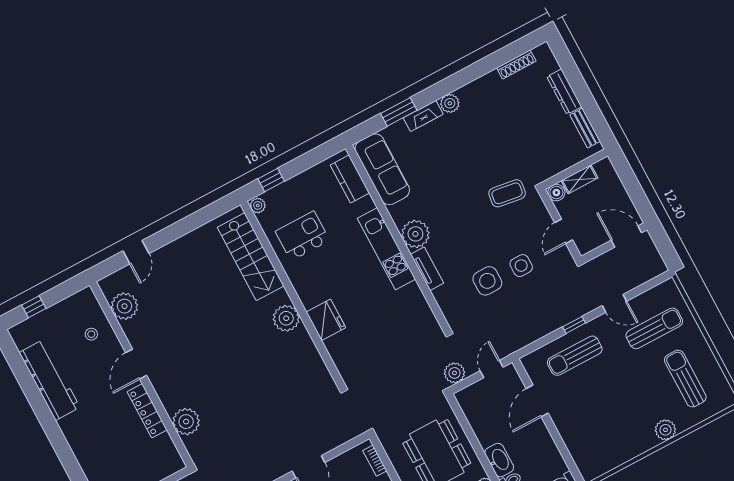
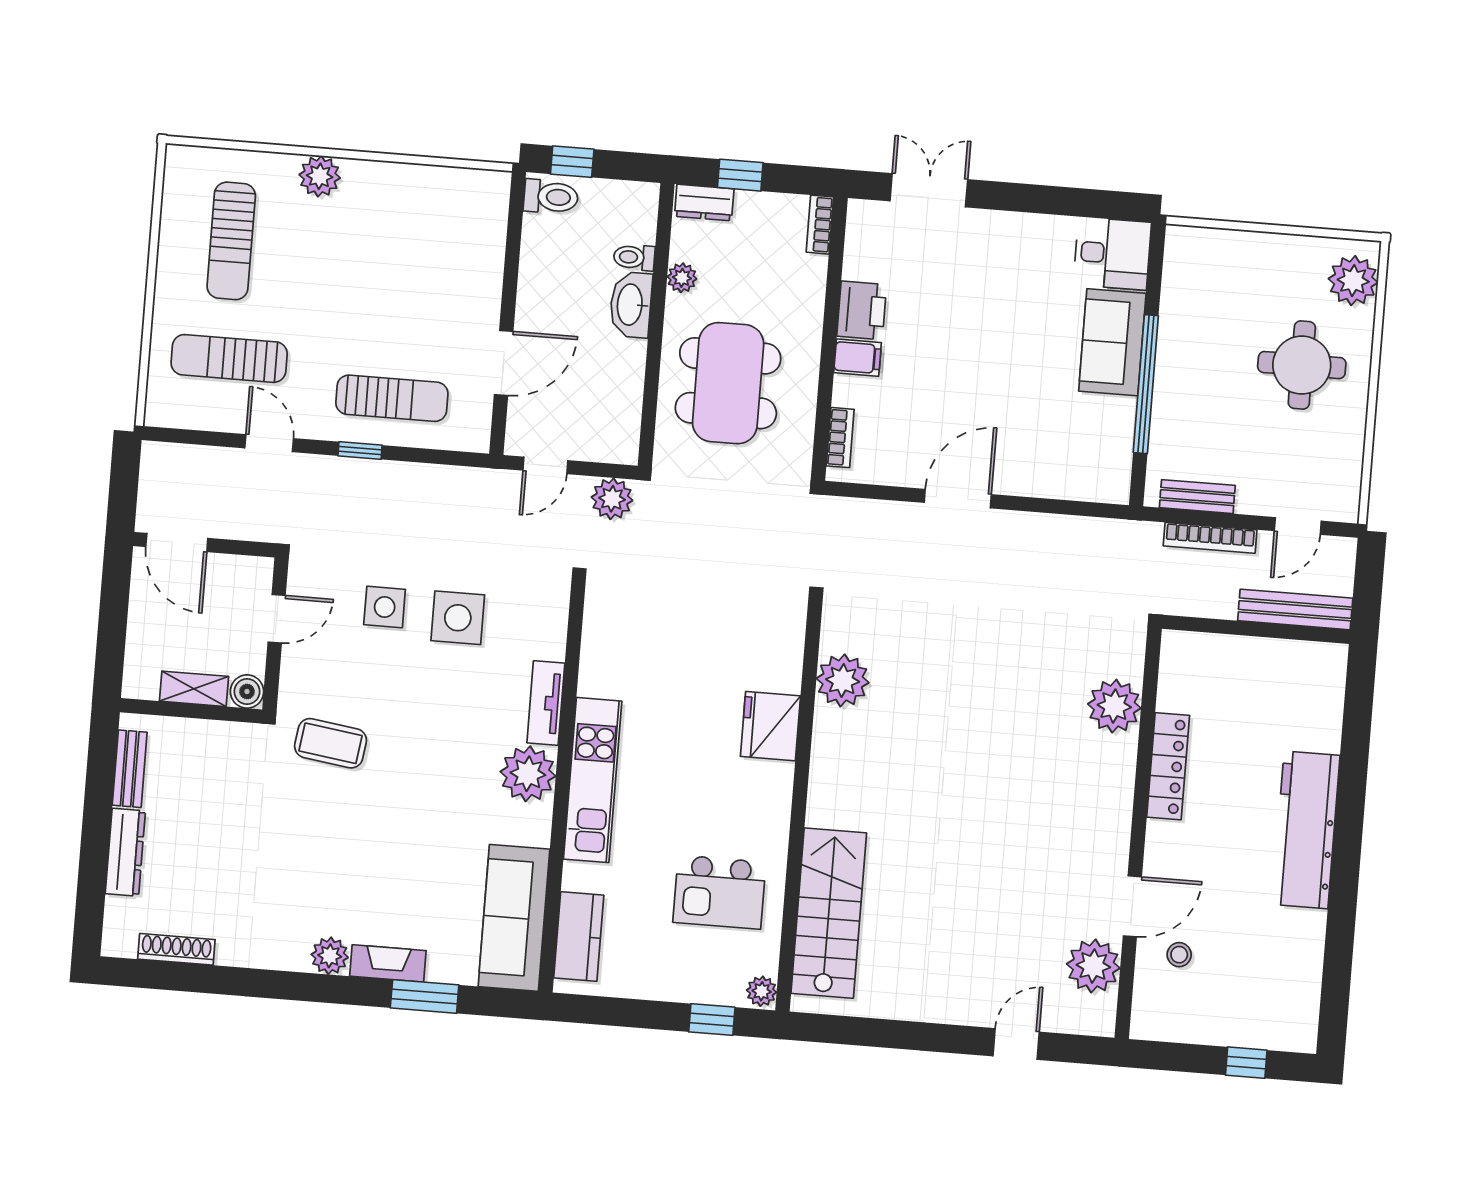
plant: (286, 318) -> (843, 680), moved
door: (136, 364) -> (1132, 906), moved
workbench: (50, 380) -> (1306, 830), moved

